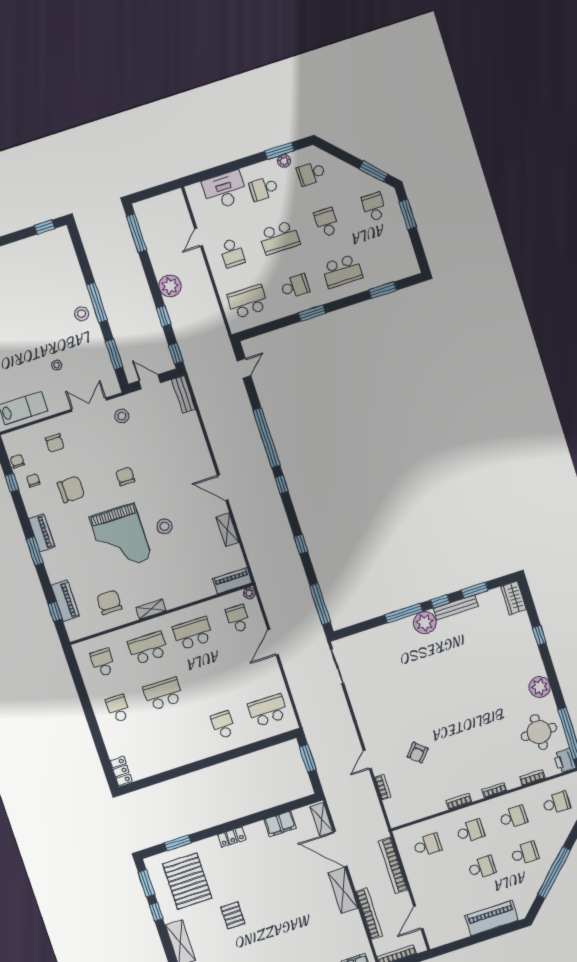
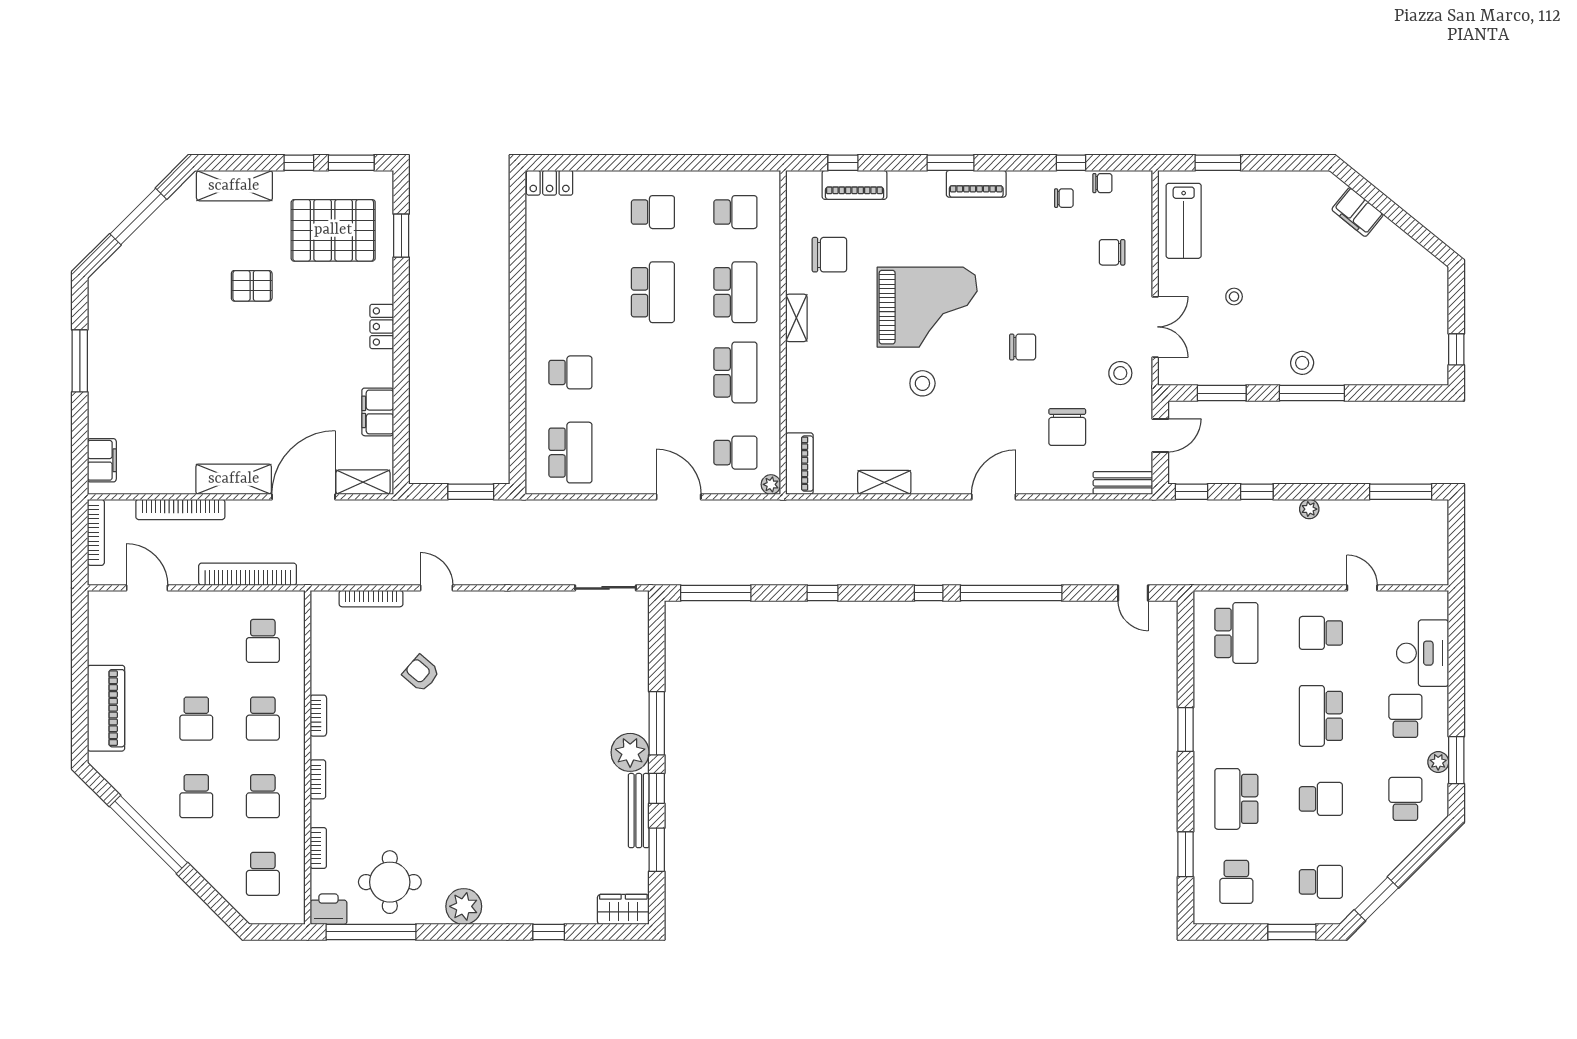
plant: (170, 286) -> (1309, 509), width x0.53, depth x0.53
school desk: (295, 286) -> (1236, 882), moved
door: (223, 488) -> (994, 497), moved
chair: (71, 489) -> (1067, 427), moved
grand piano: (121, 538) -> (927, 307), turned 180
bookcase: (383, 787) -> (371, 599), width x1.56

